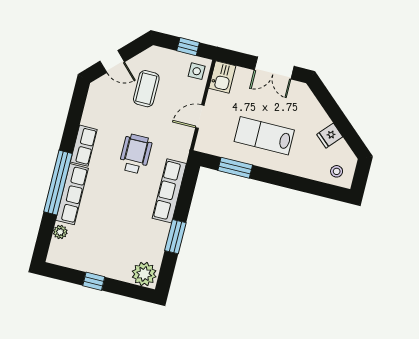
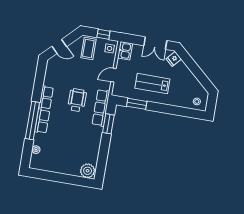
coffee table: (146, 89) -> (88, 49), moved
fridge: (330, 136) -> (174, 59), moved
row of seats: (169, 191) -> (101, 108), moved
row of seats: (72, 194) -> (42, 121), width x0.68
window: (175, 237) -> (108, 124), moved
window: (94, 281) -> (58, 177), removed

